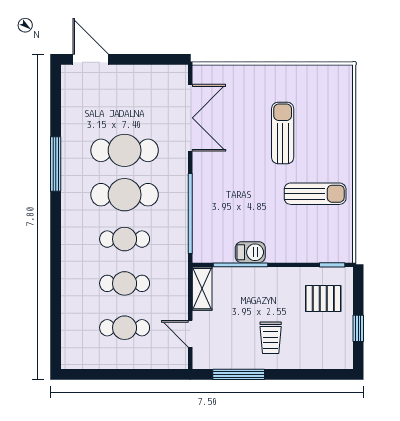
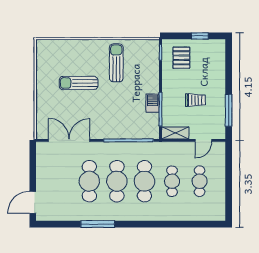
cafe table: (125, 239) -> (144, 181), width x1.37, depth x1.35
trolley: (271, 338) -> (196, 100), moved

